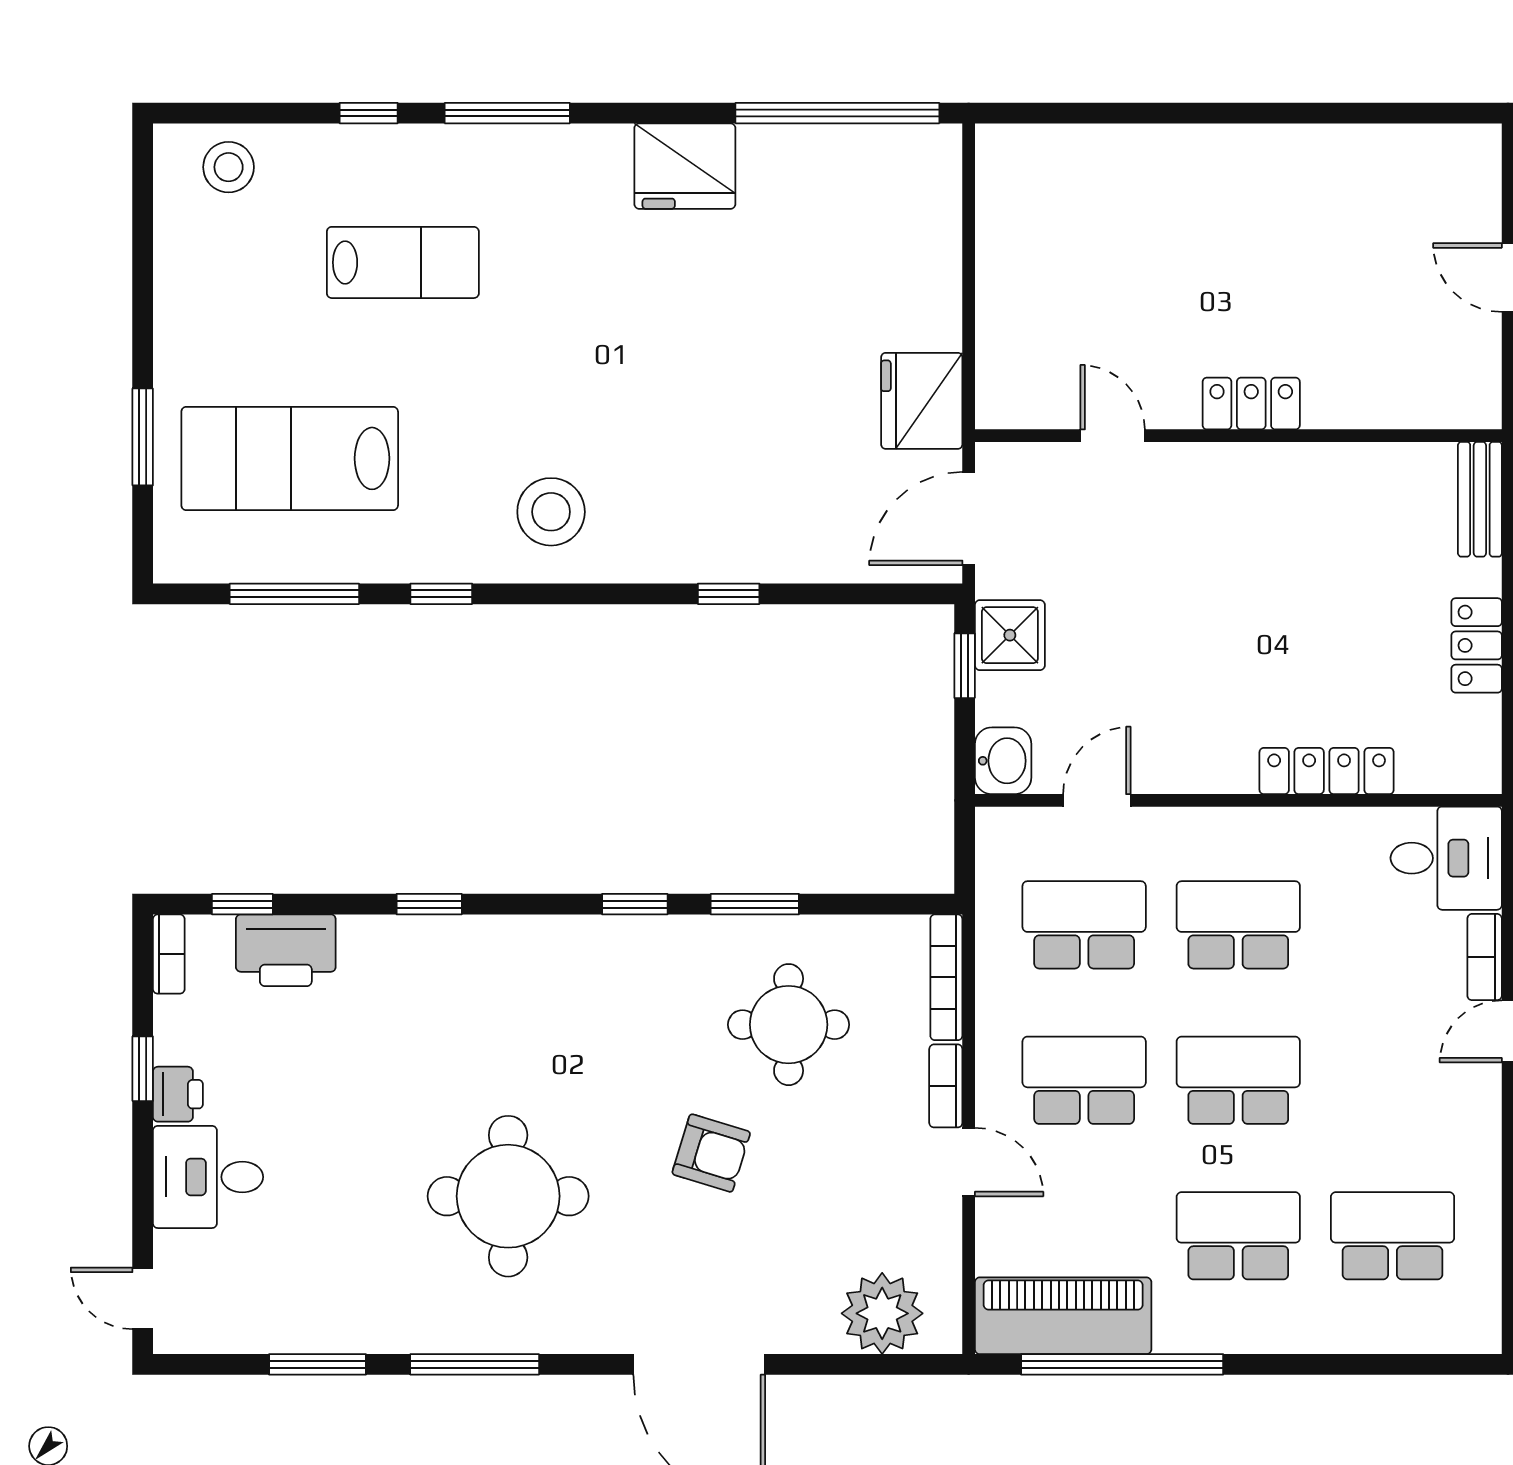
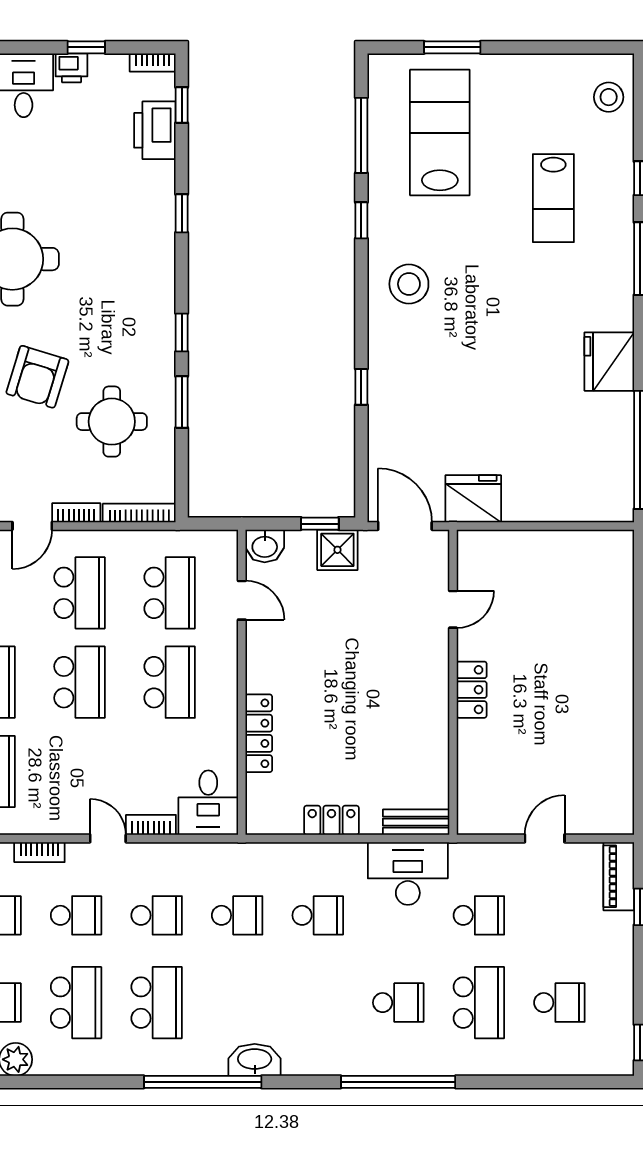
armchair: (711, 1153) -> (37, 377), width x1.38, depth x1.38

